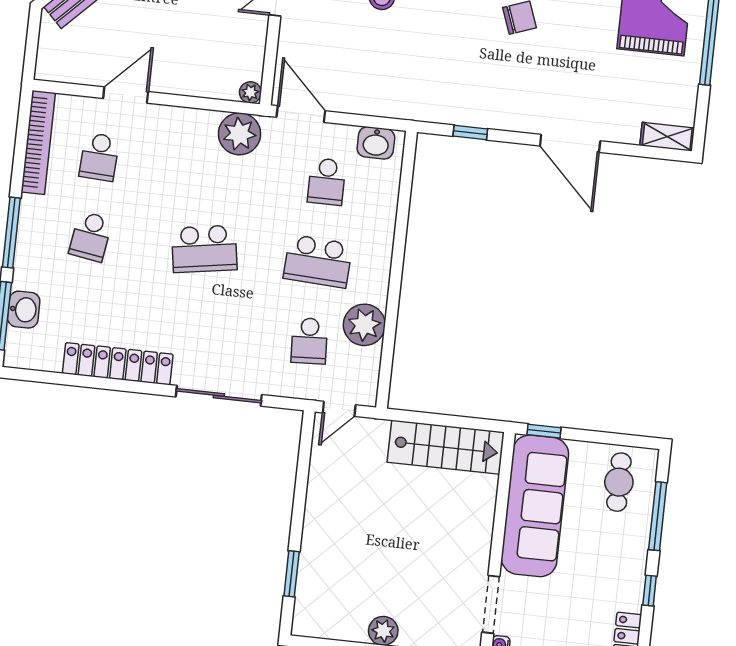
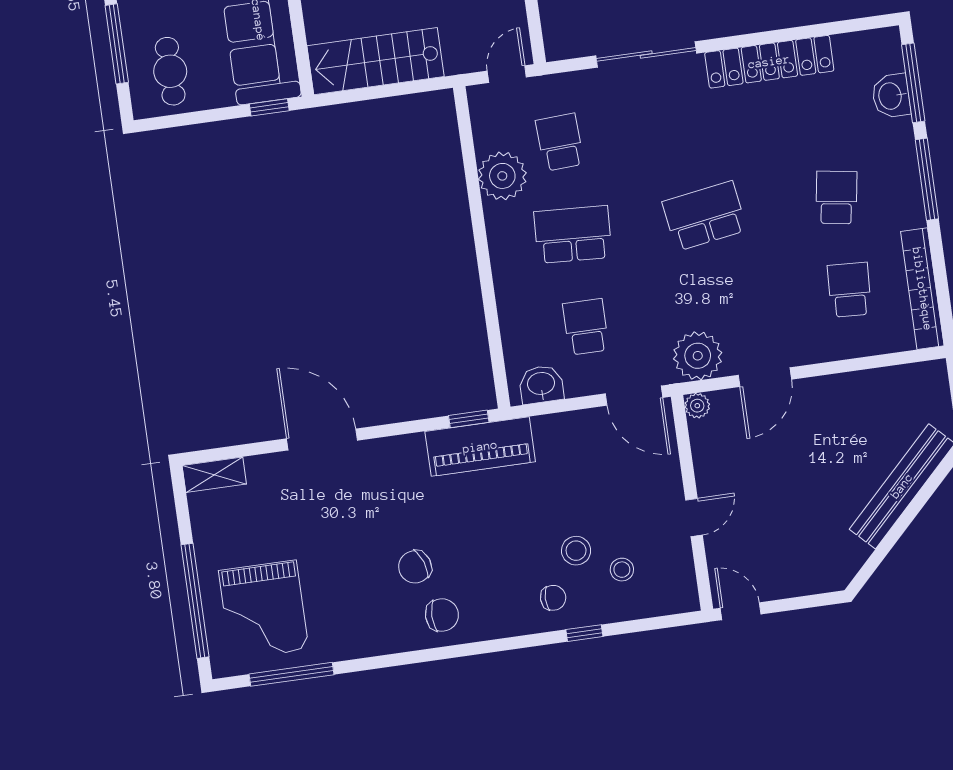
door: (126, 95) -> (765, 377), moved
piano: (440, 104) -> (480, 447), added
window: (470, 132) -> (469, 419), moved

